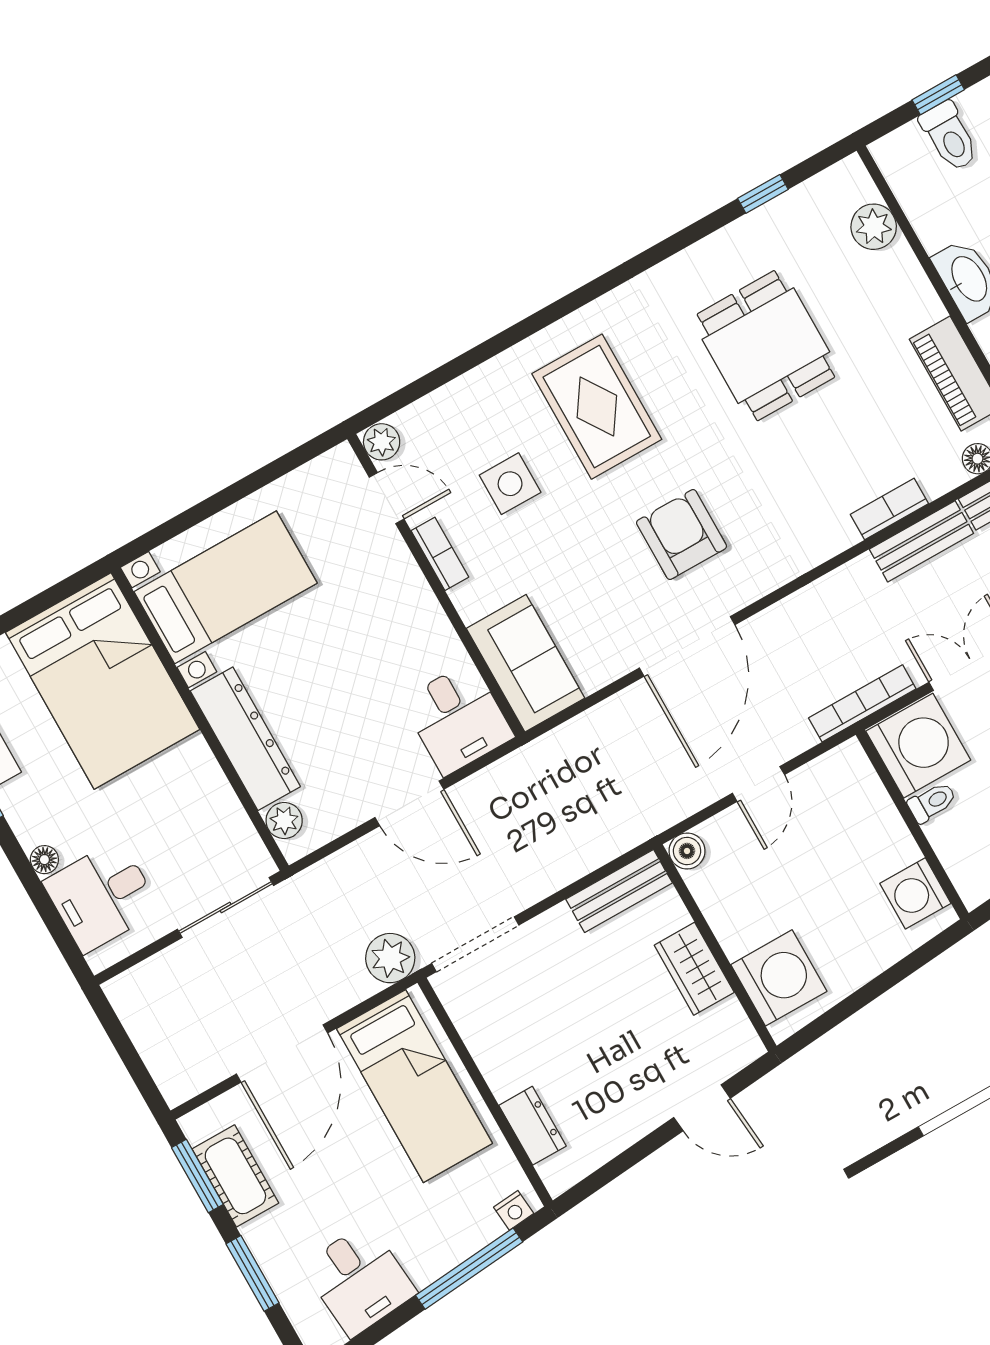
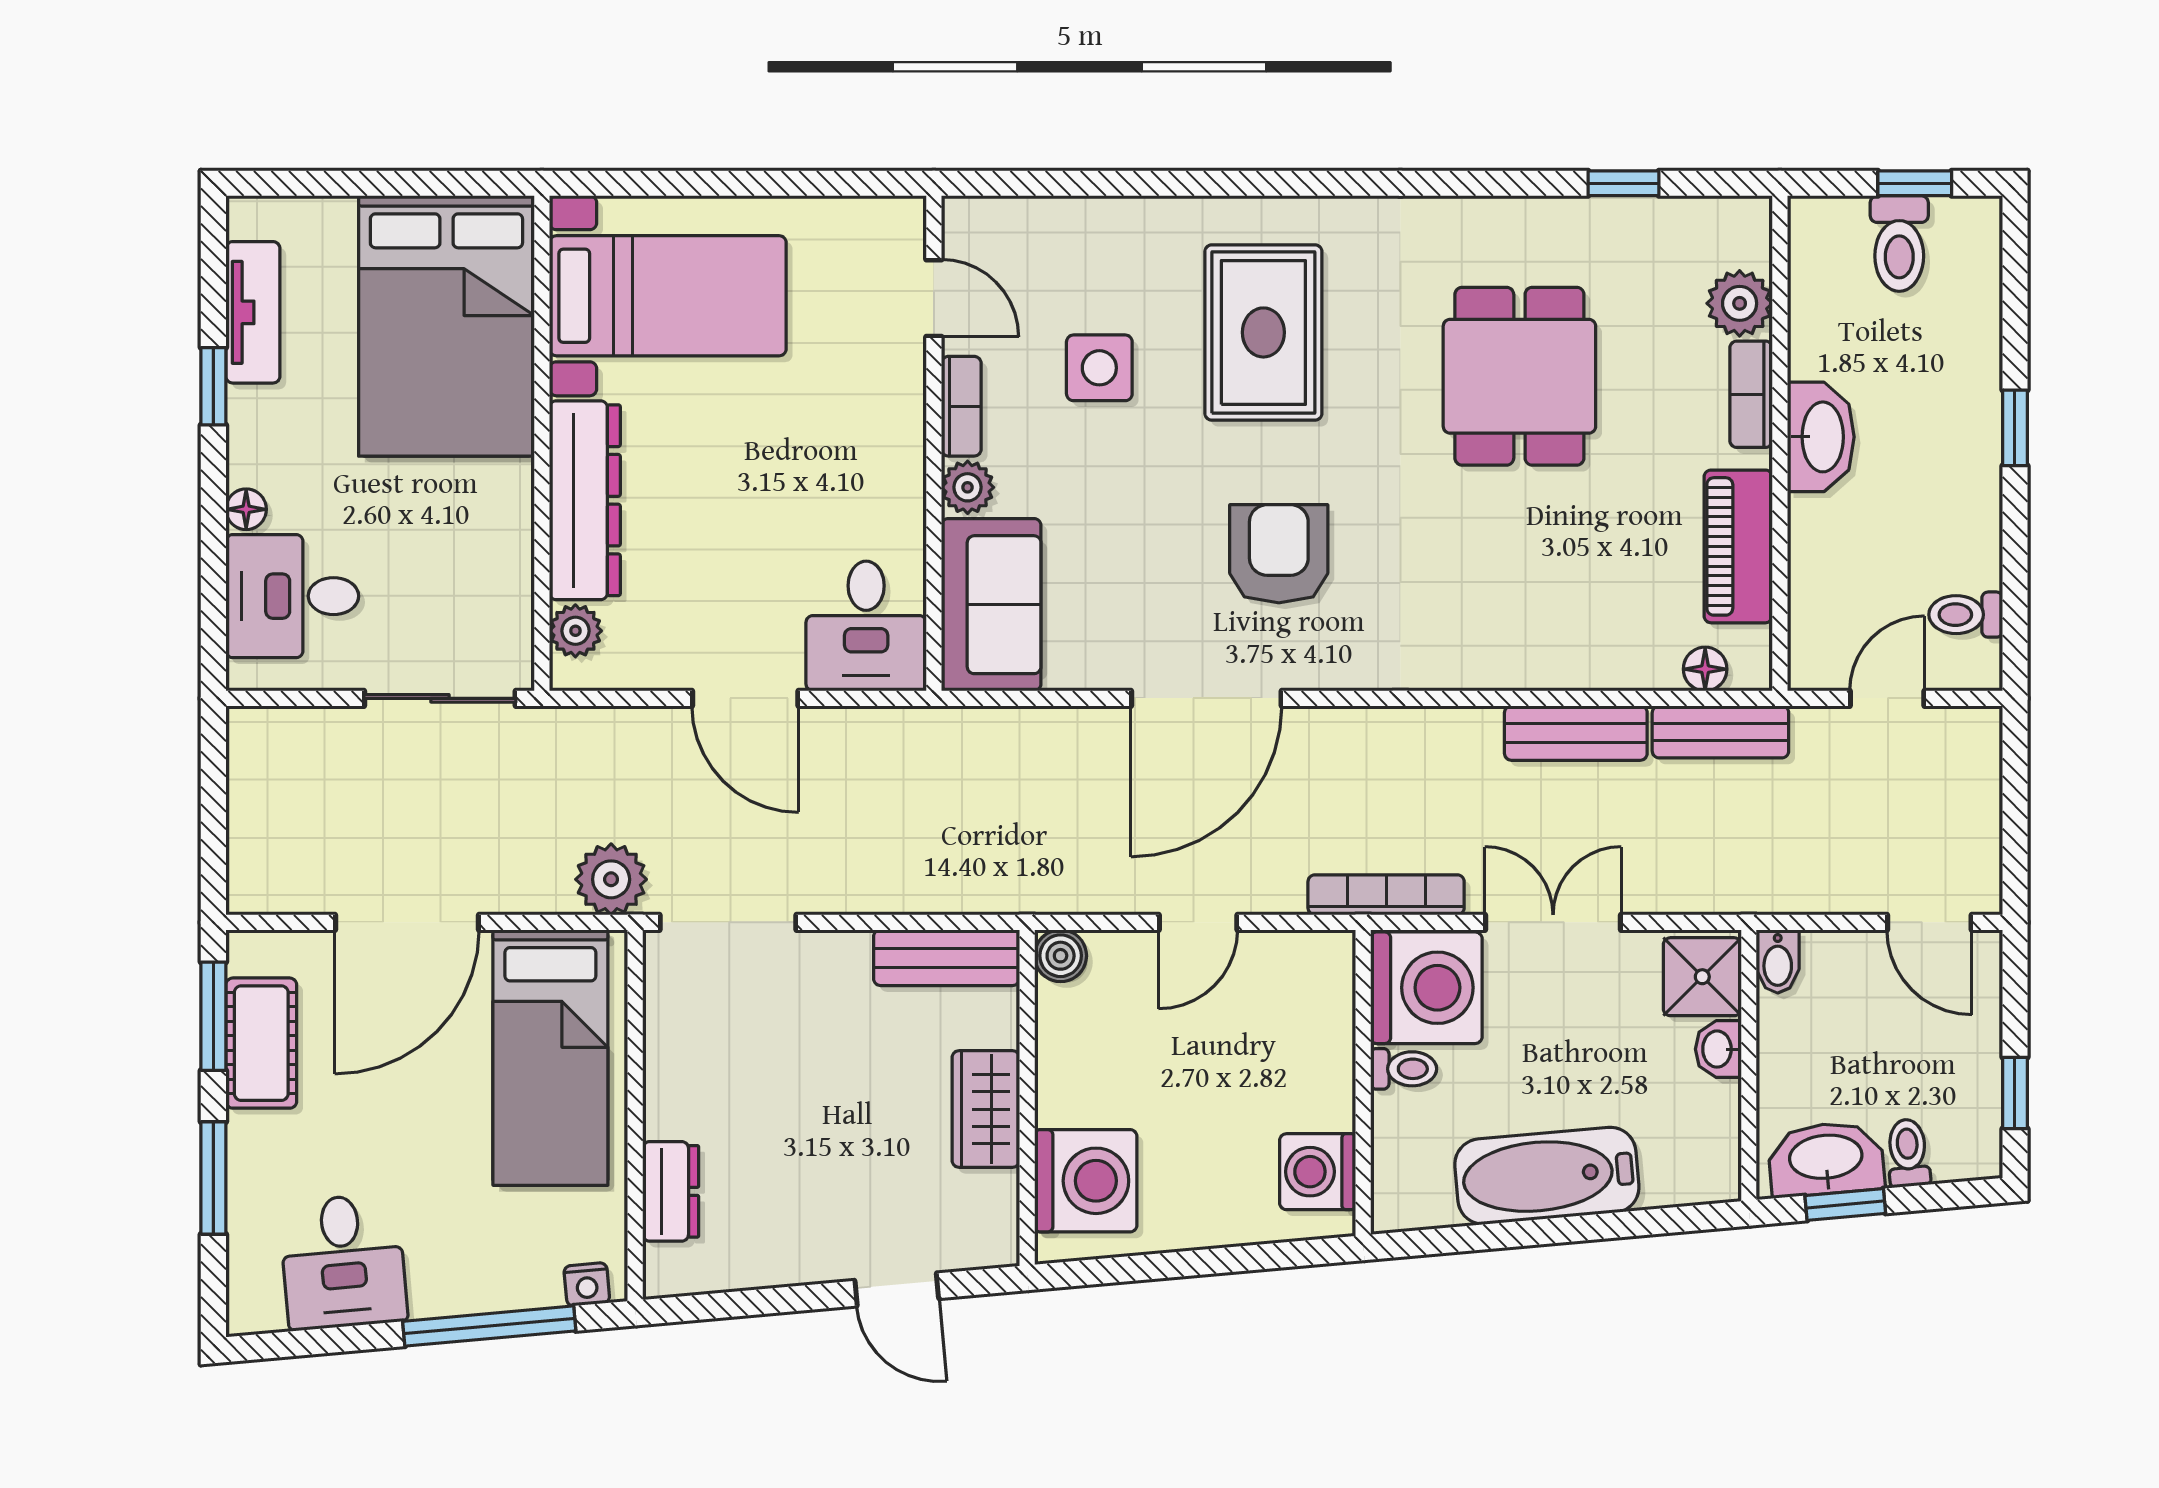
plant: (382, 442) -> (968, 487), moved
bookcase: (889, 509) -> (1751, 394), moved, turned -90

